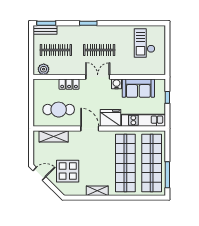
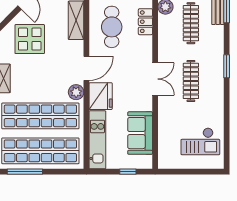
checkout: (145, 43) -> (200, 141), turned 180
locker: (69, 84) -> (145, 22), moved
water cooler: (117, 84) -> (146, 104), removed
plant: (108, 136) -> (76, 92), added

